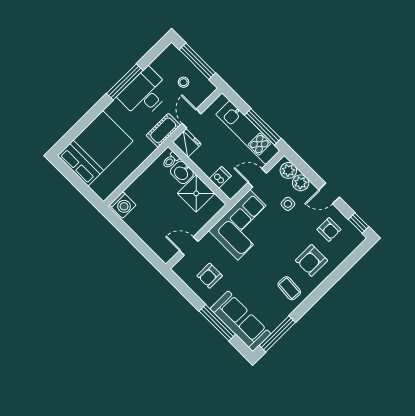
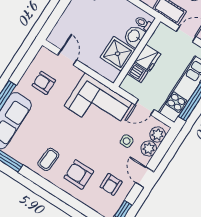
fridge: (187, 143) -> (148, 58), moved
door: (257, 178) -> (145, 107), swing flipped

